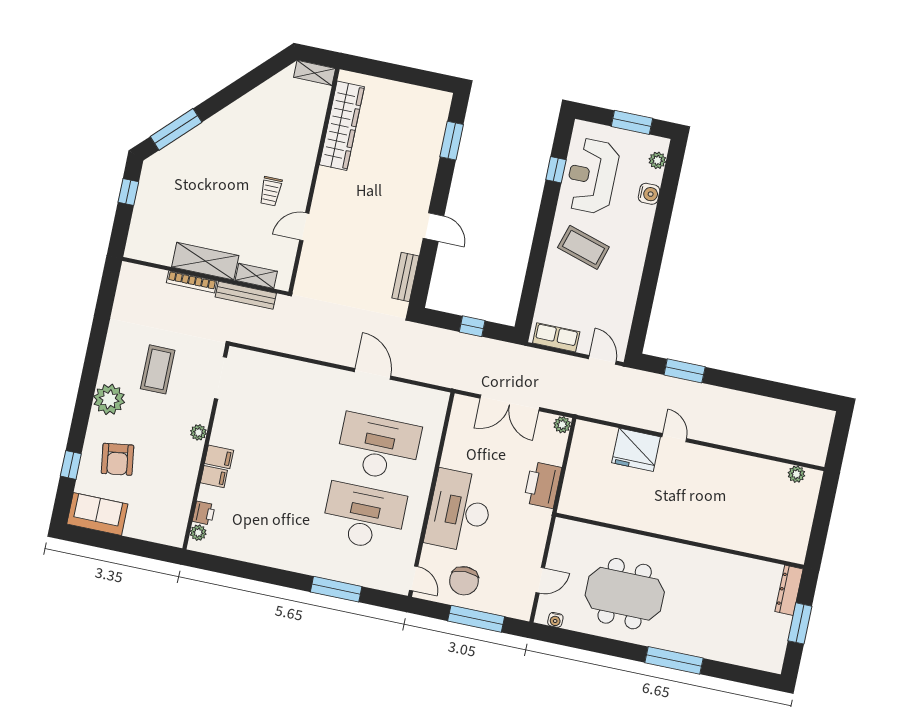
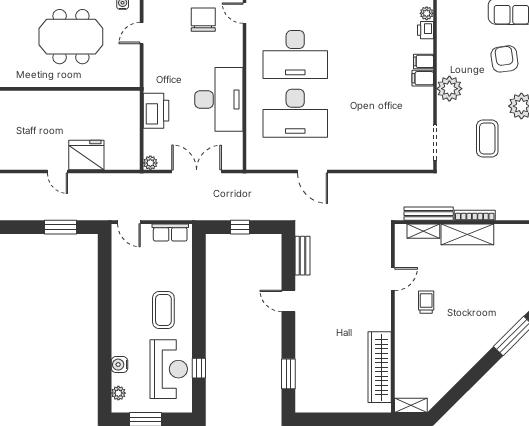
coffee table: (583, 247) -> (163, 310), turned 73
plant: (198, 432) -> (449, 89), width x1.87, depth x1.87
desk: (459, 511) -> (219, 99), moved

